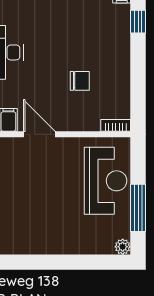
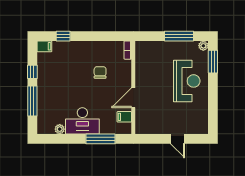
reception desk: (106, 181) -> (187, 81), moved, turned 90
window: (97, 262) -> (213, 62), added

